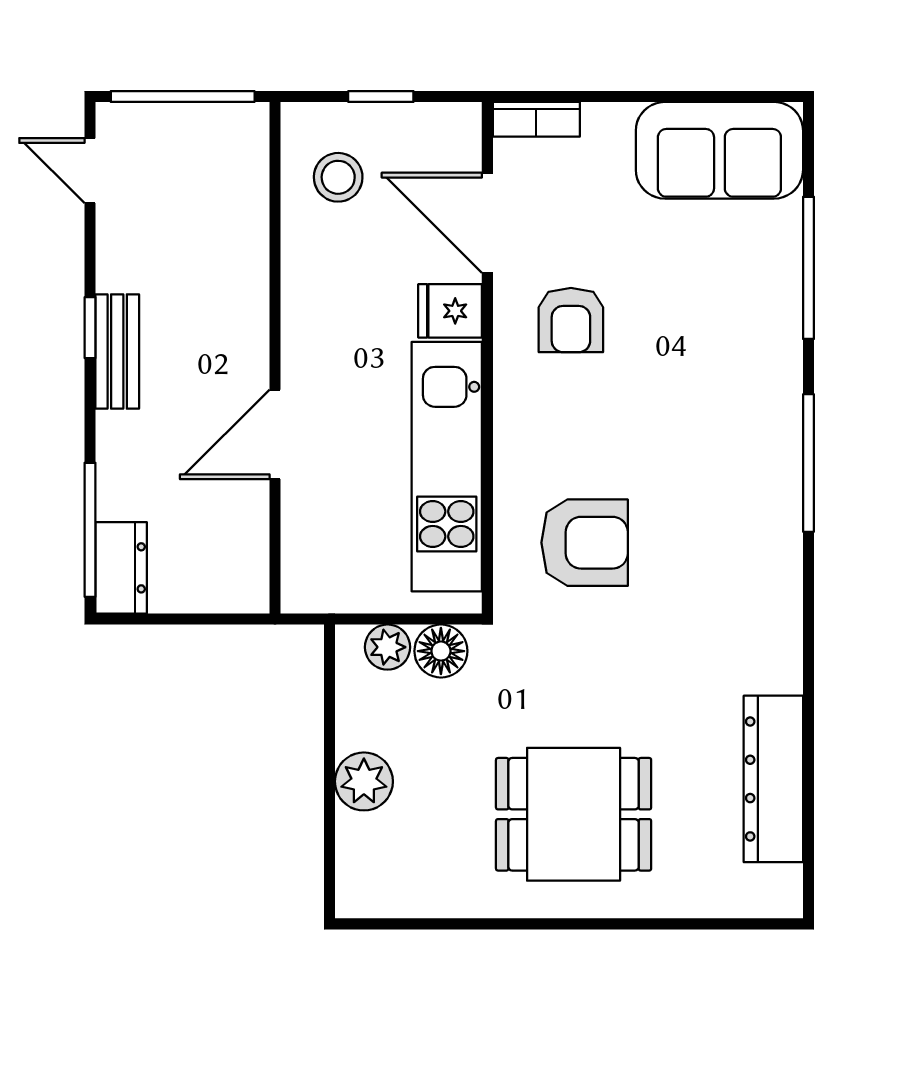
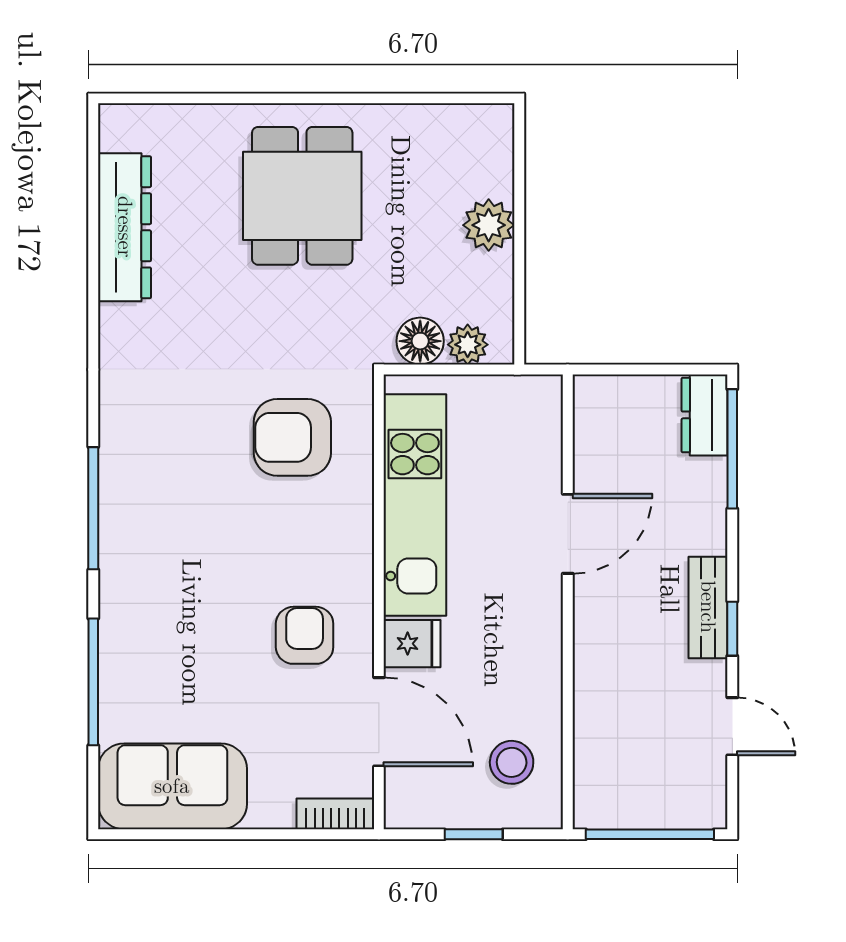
door: (90, 171) -> (732, 726), moved
dining table: (574, 814) -> (302, 196), turned 90

